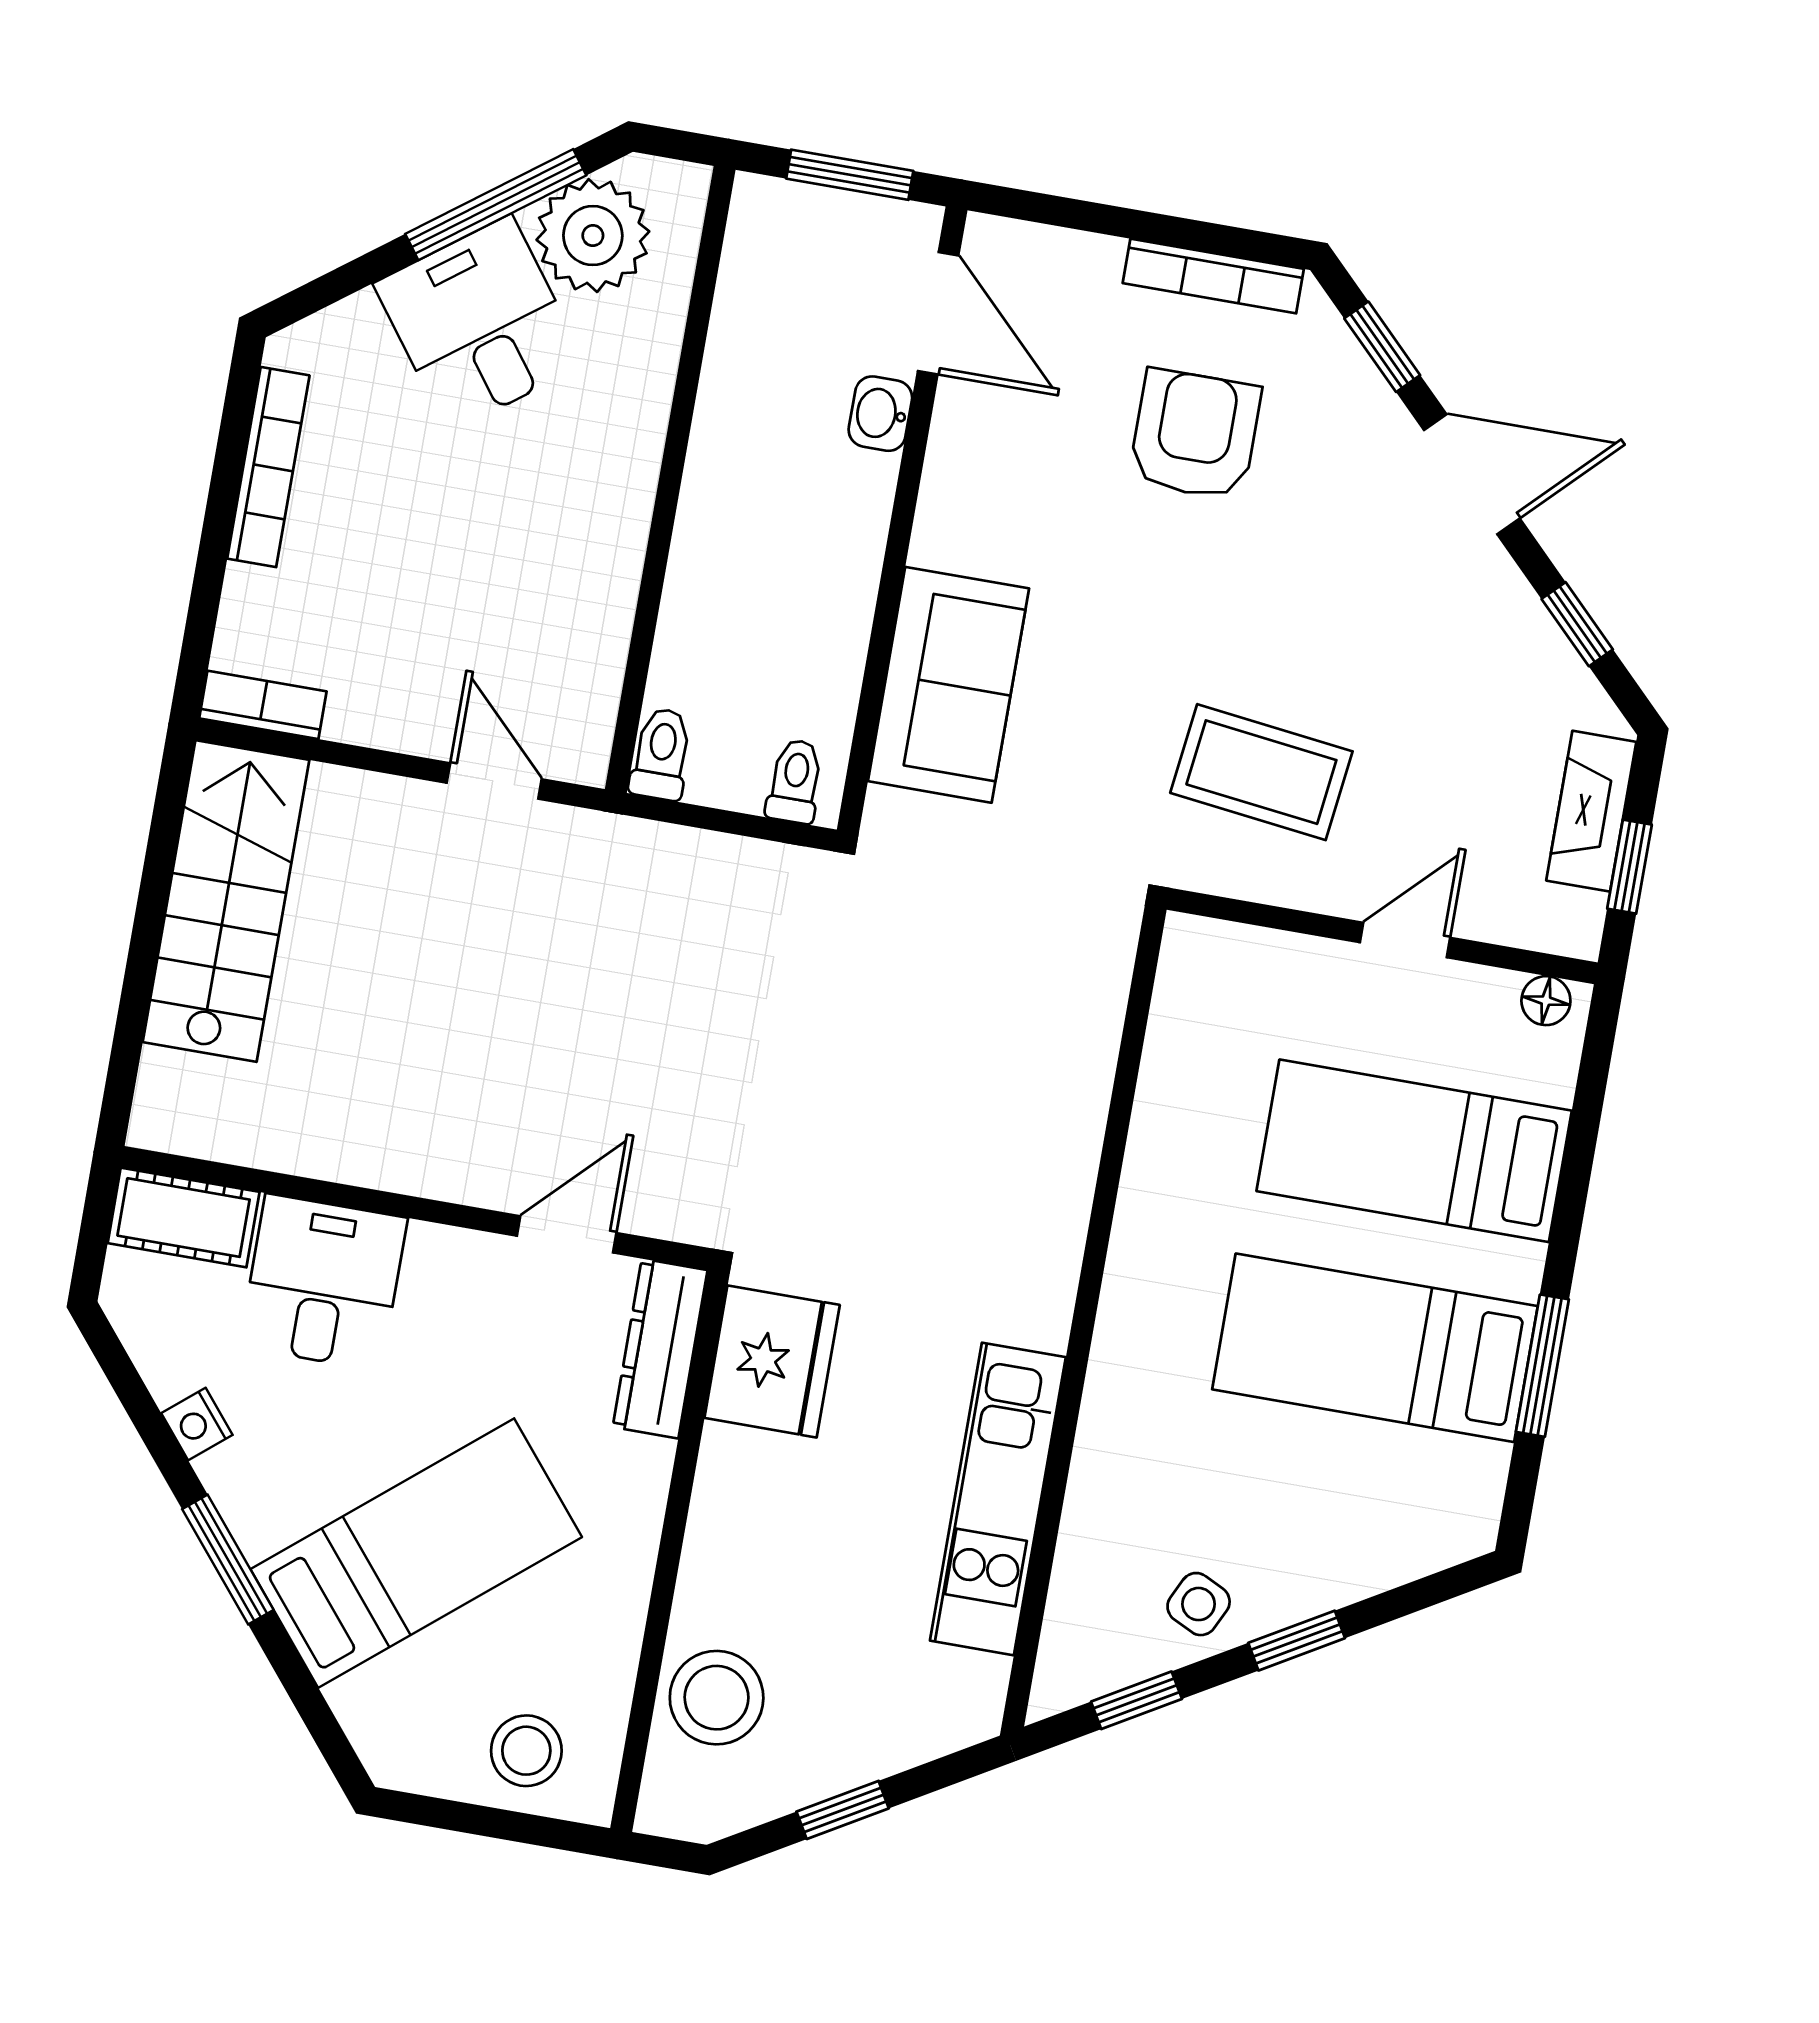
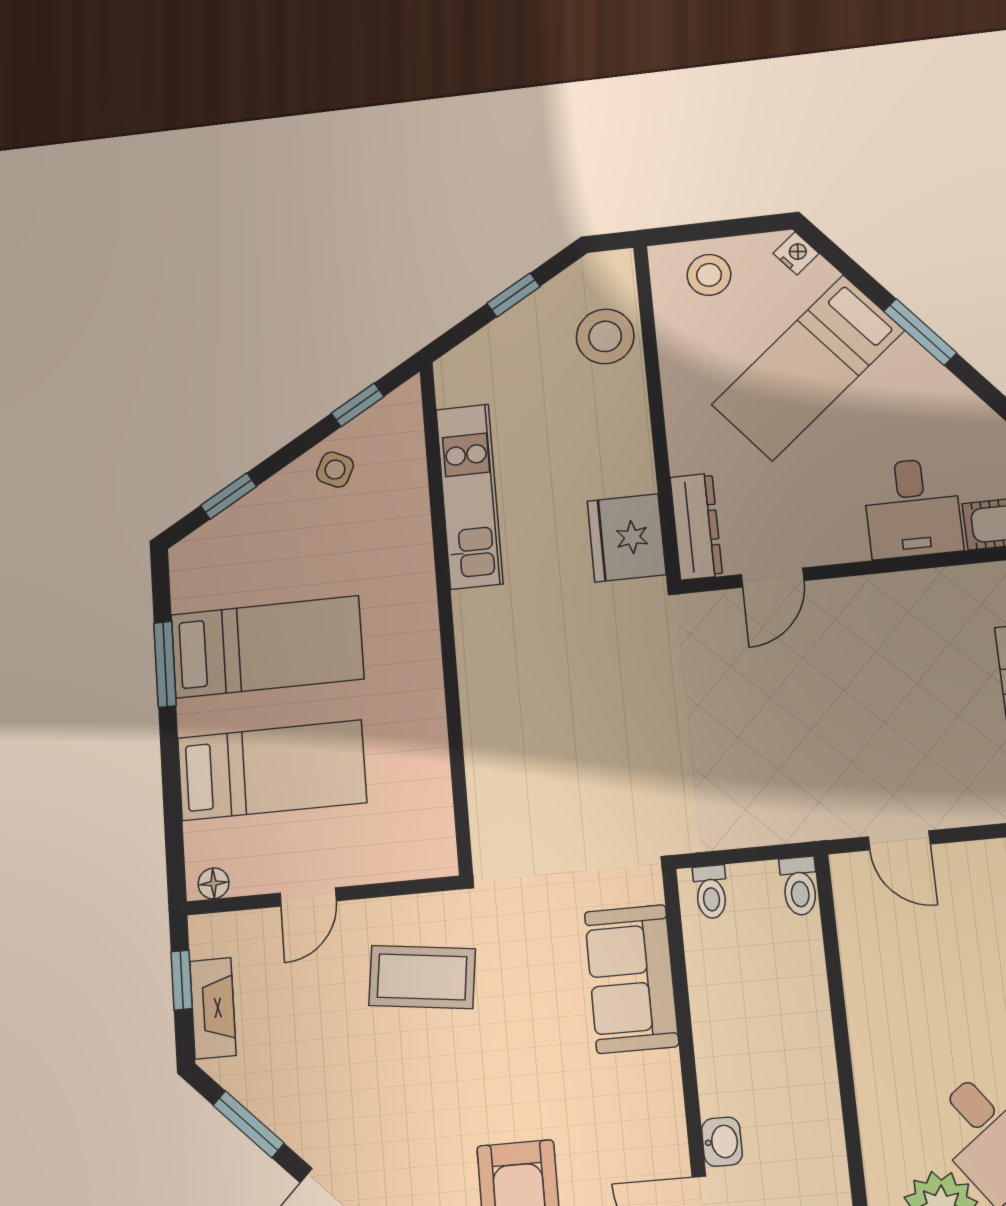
window: (1577, 624) -> (249, 1124), width x1.50
nightstand: (197, 1424) -> (796, 253), moved
window: (1297, 1641) -> (229, 496), moved

